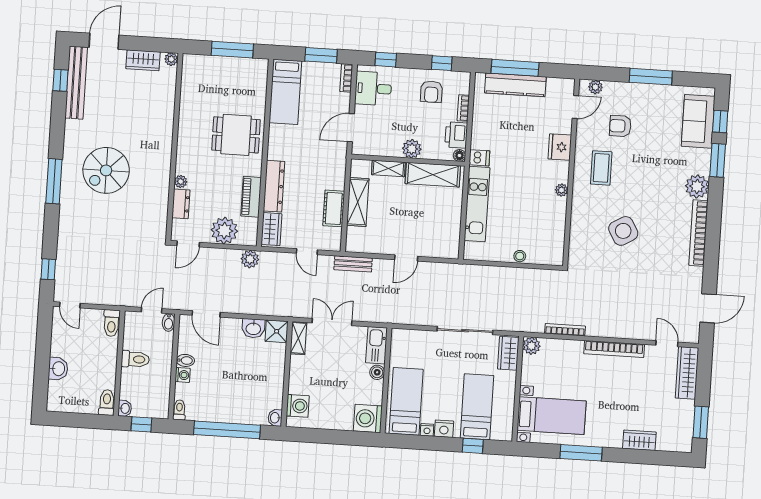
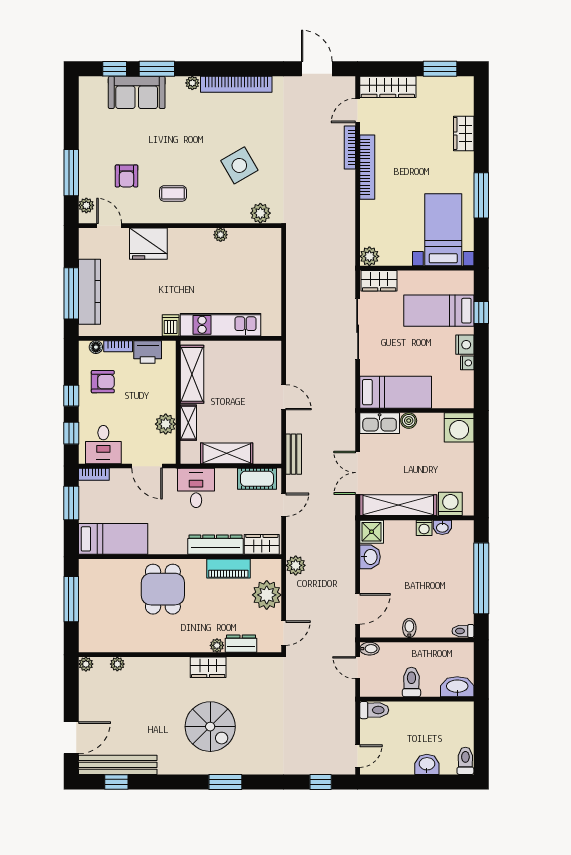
door: (104, 41) -> (71, 738), swing flipped
wardrobe: (143, 60) -> (208, 667), moved, turned 90
window: (442, 63) -> (71, 396), moved
window: (651, 77) -> (71, 173), moved
plant: (169, 88) -> (117, 664), added
sofa: (698, 121) -> (137, 92), moved
fridge: (560, 147) -> (148, 244), width x1.36, depth x1.34
plant: (412, 149) -> (166, 424), moved
floor lamp: (459, 155) -> (96, 347), moved
coffee table: (601, 168) -> (173, 193), width x0.73, depth x0.77
desk: (328, 172) -> (196, 488), added
window: (54, 181) -> (225, 782), width x0.69
plant: (697, 186) -> (192, 83), width x0.53, depth x0.53
plant: (562, 190) -> (221, 235), moved
cot: (334, 208) -> (257, 479), moved
door: (188, 244) -> (284, 633), hinge flipped
plant: (578, 248) -> (260, 213), added
stool: (520, 256) -> (274, 275), removed
bookcase: (565, 330) -> (350, 147), moved
shelving: (298, 338) -> (398, 505), width x2.20, depth x1.33
washing machine: (183, 375) -> (424, 528), moved, turned 180
bed: (406, 401) -> (396, 392), moved, turned 180
toilet: (107, 402) -> (465, 761), moved, turned 90
washbasin: (125, 408) -> (457, 687), width x1.91, depth x1.45
washbasin: (275, 418) -> (442, 527), moved
window: (141, 424) -> (481, 671), removed

